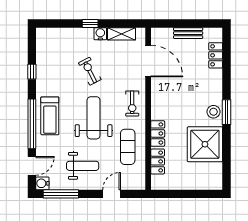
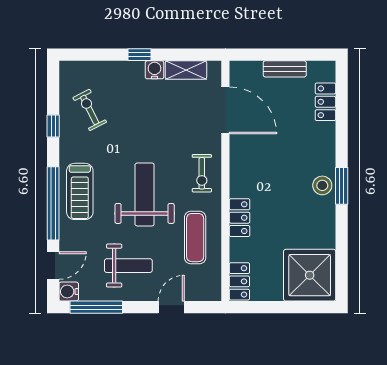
exercise bike: (90, 71) -> (90, 110), moved
shower: (205, 144) -> (310, 275), moved
locker: (158, 161) -> (239, 281), moved

